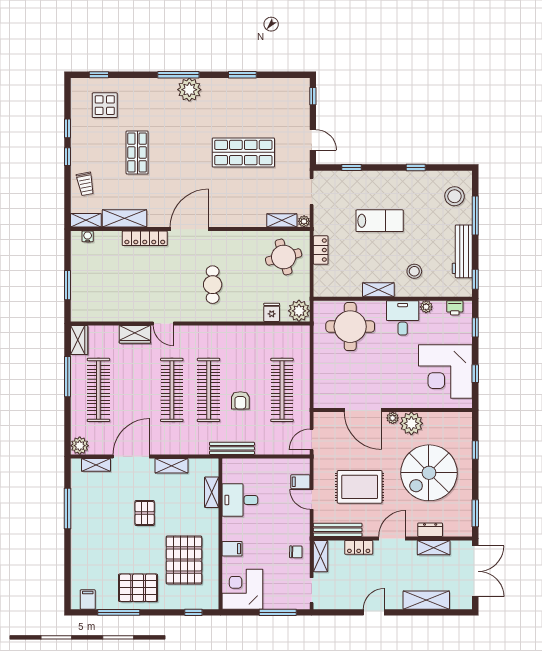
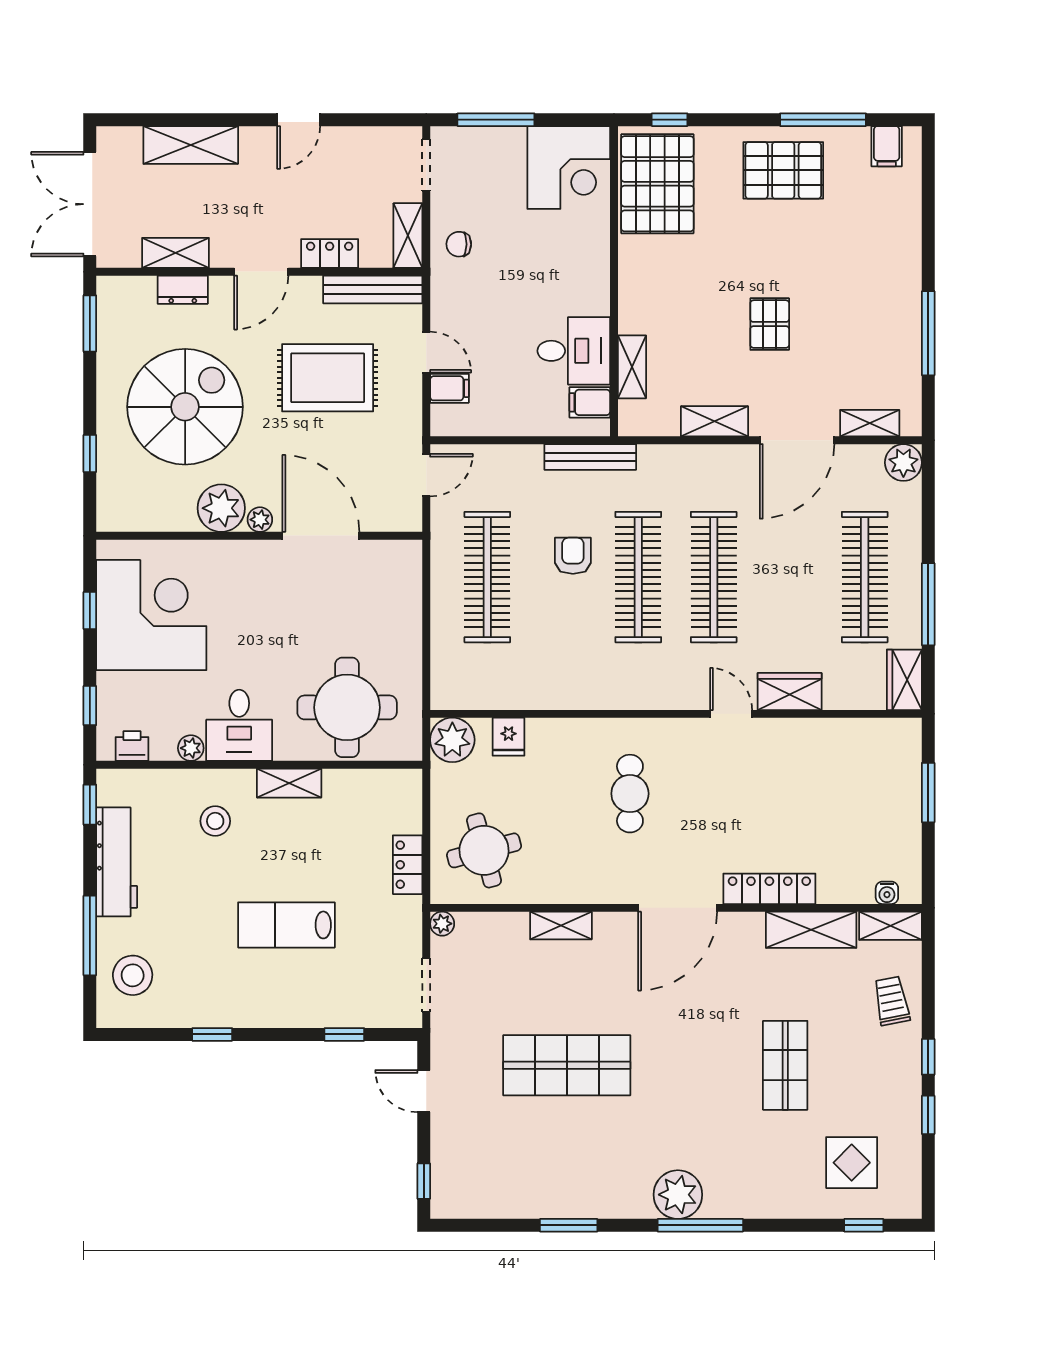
shelving: (282, 220) -> (561, 926), moved
filing cabinet: (232, 549) -> (590, 402), moved
pallet: (184, 560) -> (657, 184), moved

